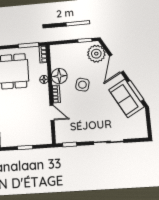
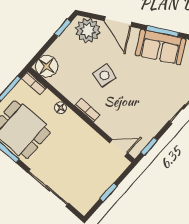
floor lamp: (59, 76) -> (47, 66), moved
door: (52, 113) -> (119, 148), moved

